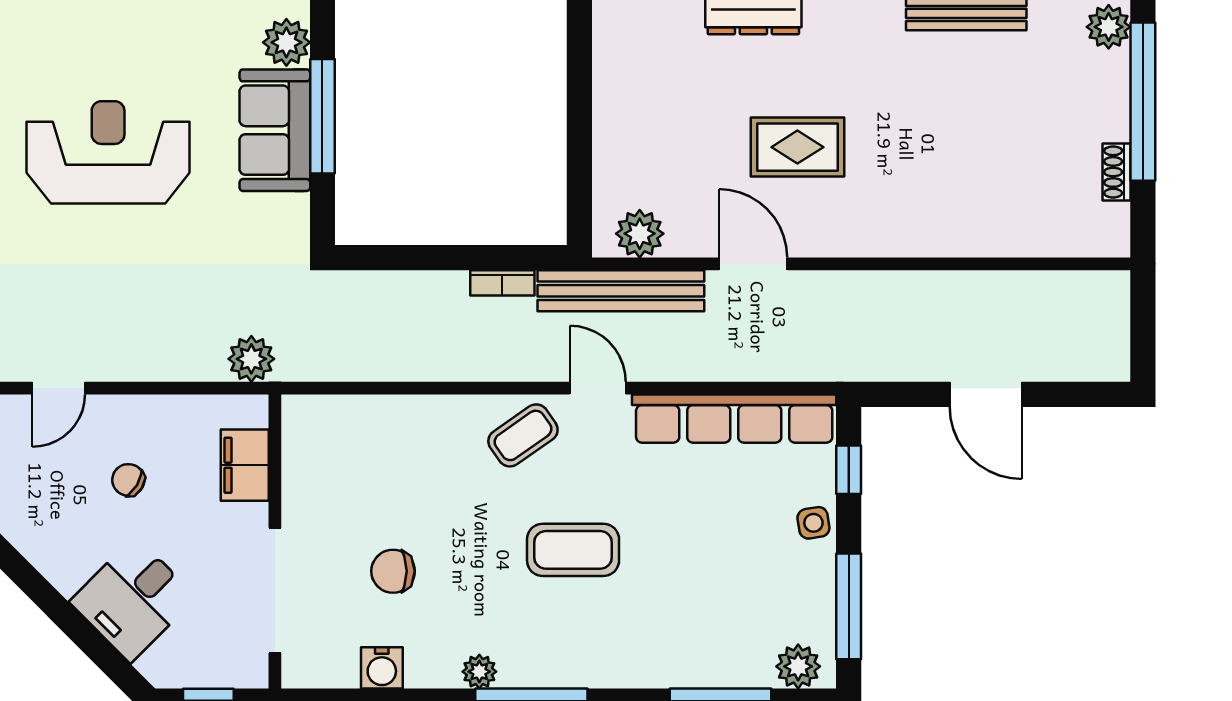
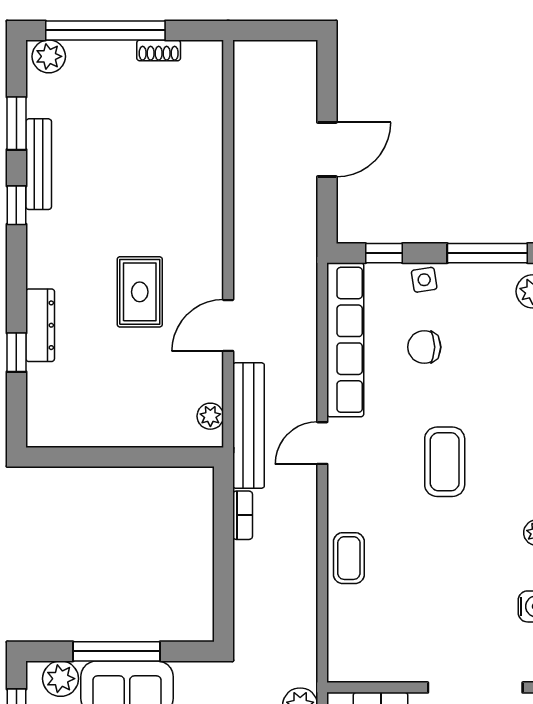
plant: (640, 234) -> (210, 416), width x0.73, depth x0.73
coffee table: (523, 435) -> (349, 558), moved, turned 35
chair: (393, 571) -> (424, 347), moved, turned 90

